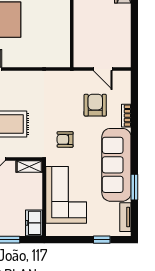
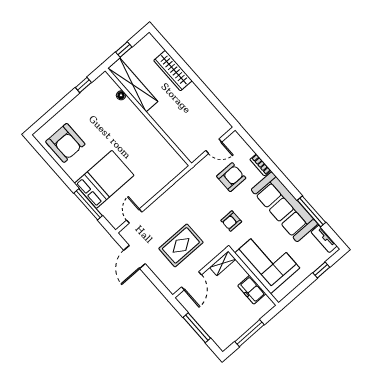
armchair: (95, 105) -> (231, 177), turned 90
window: (134, 187) -> (312, 211), width x1.44
freezer: (34, 223) -> (252, 290), moved

